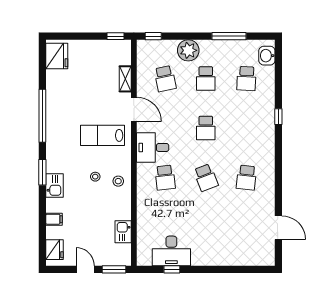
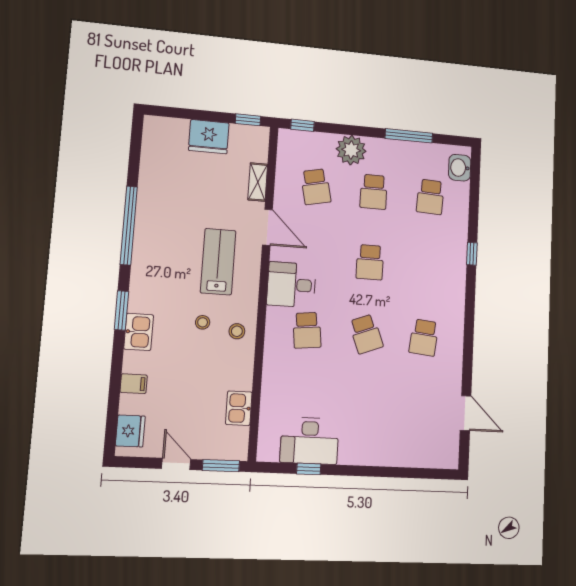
fridge: (57, 56) -> (209, 137), moved, turned 90
lab bench: (103, 135) -> (218, 262), turned 90

